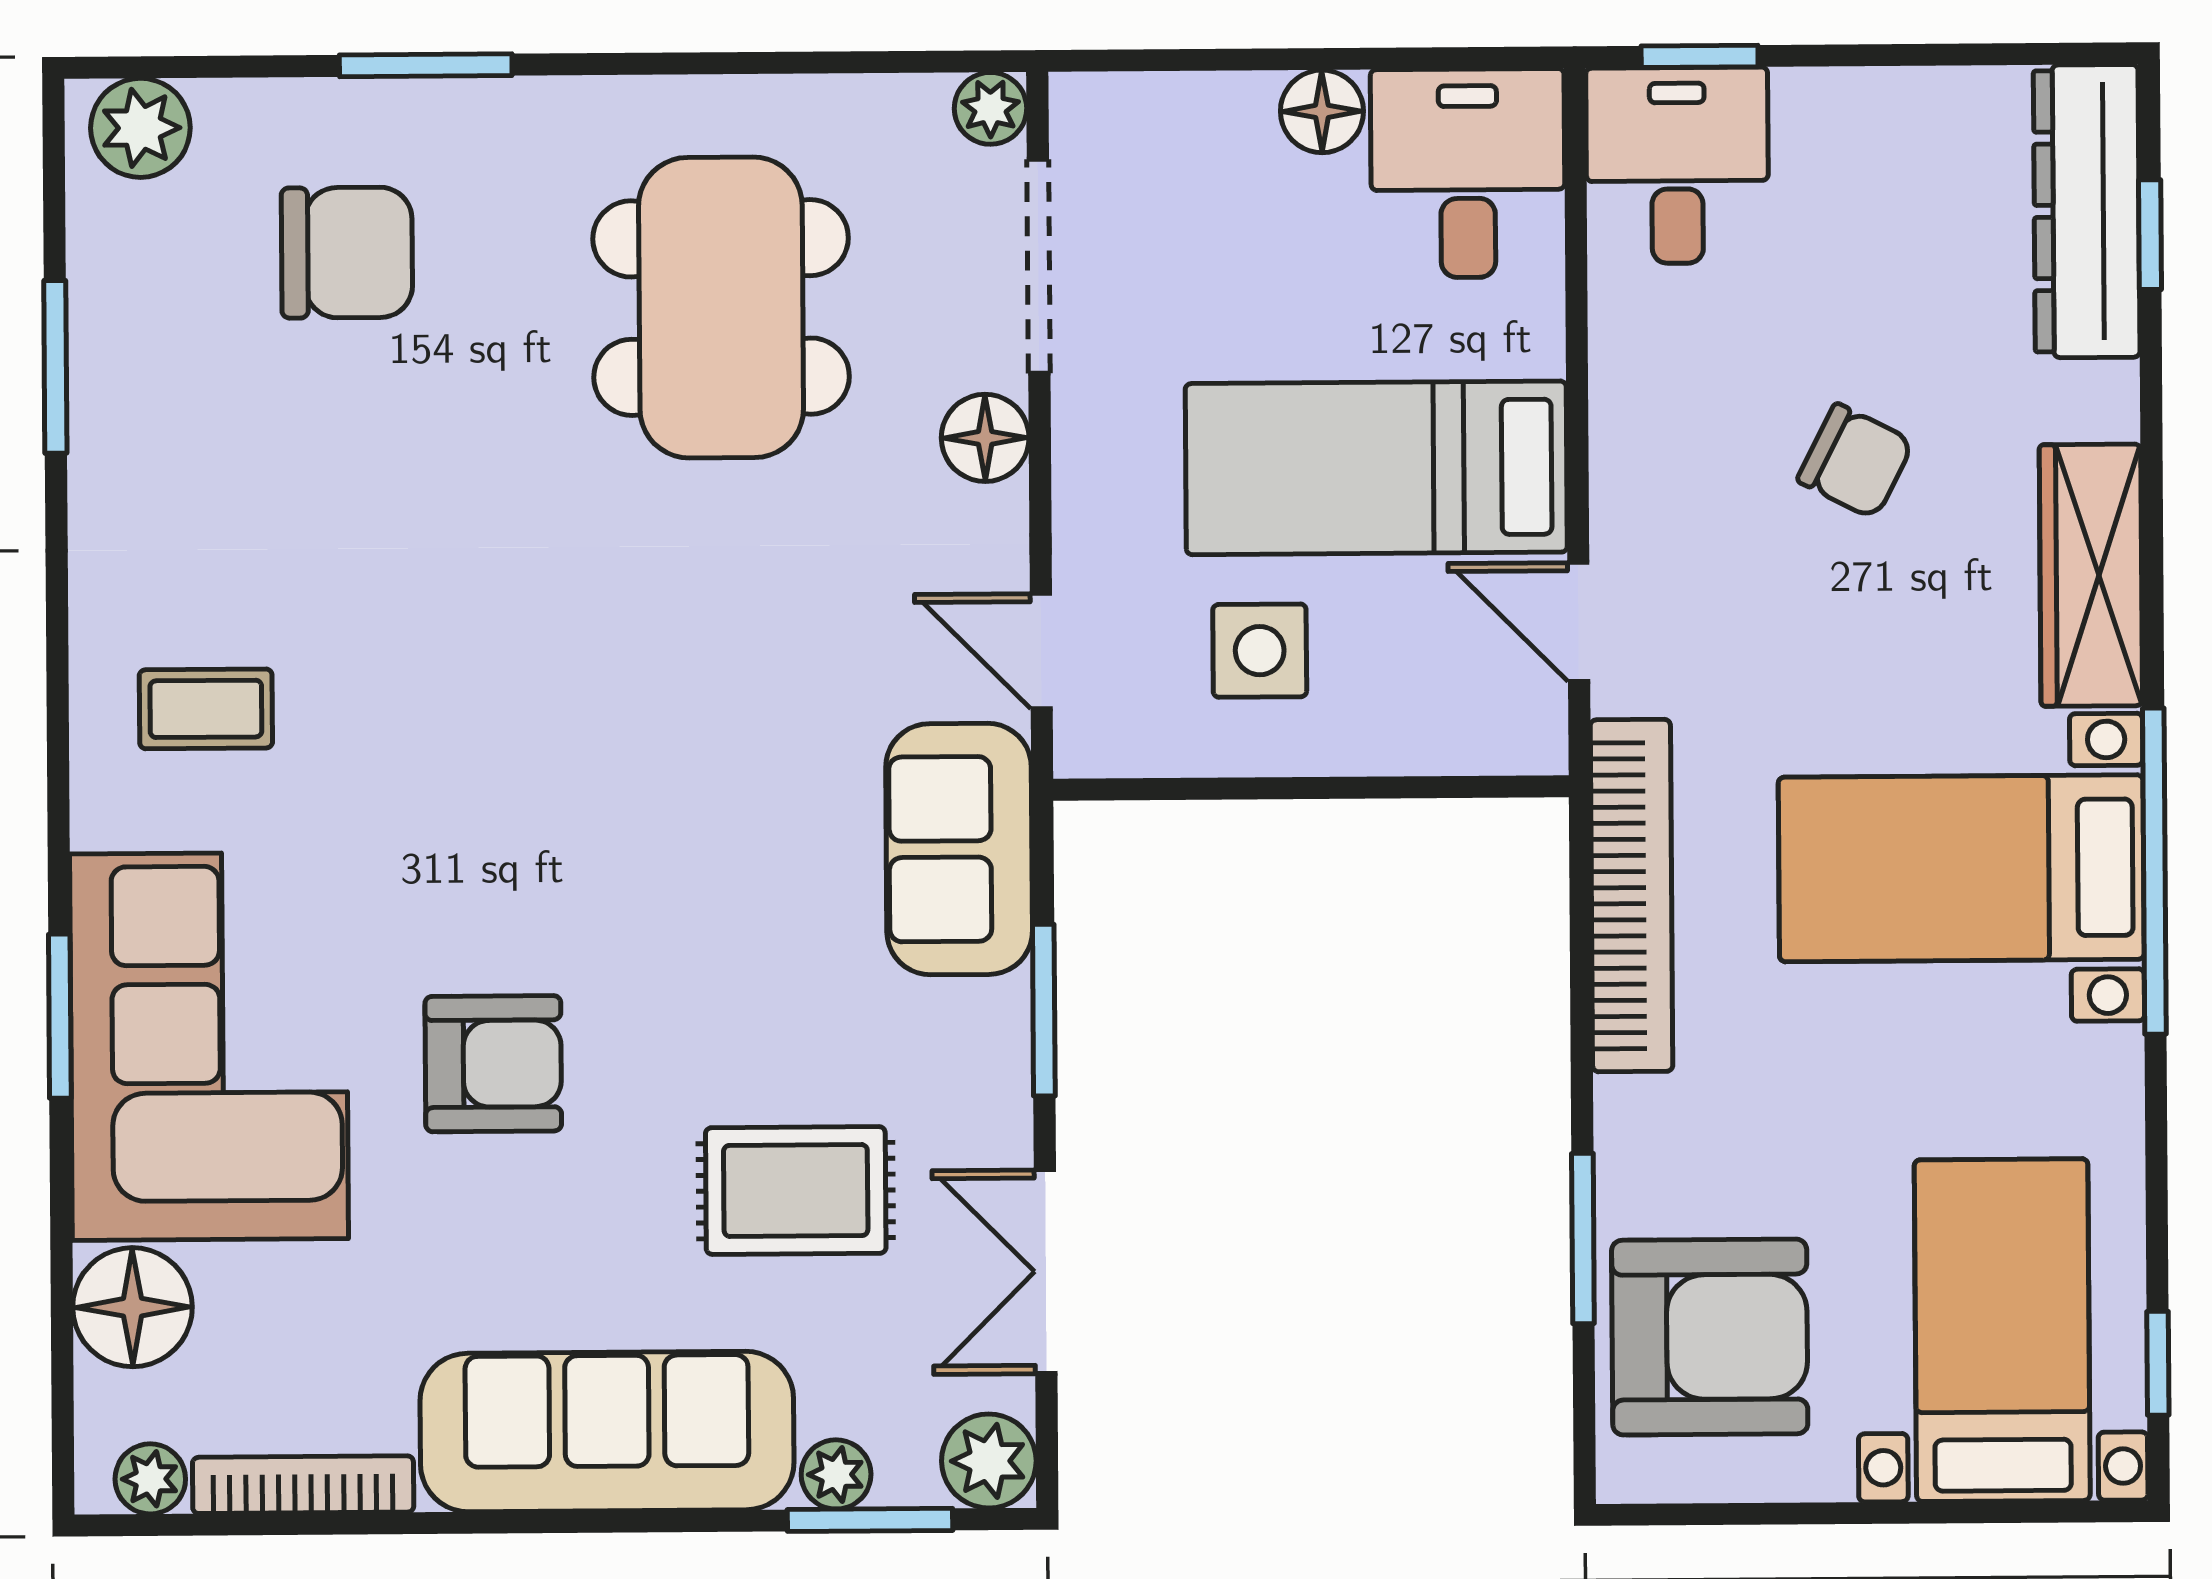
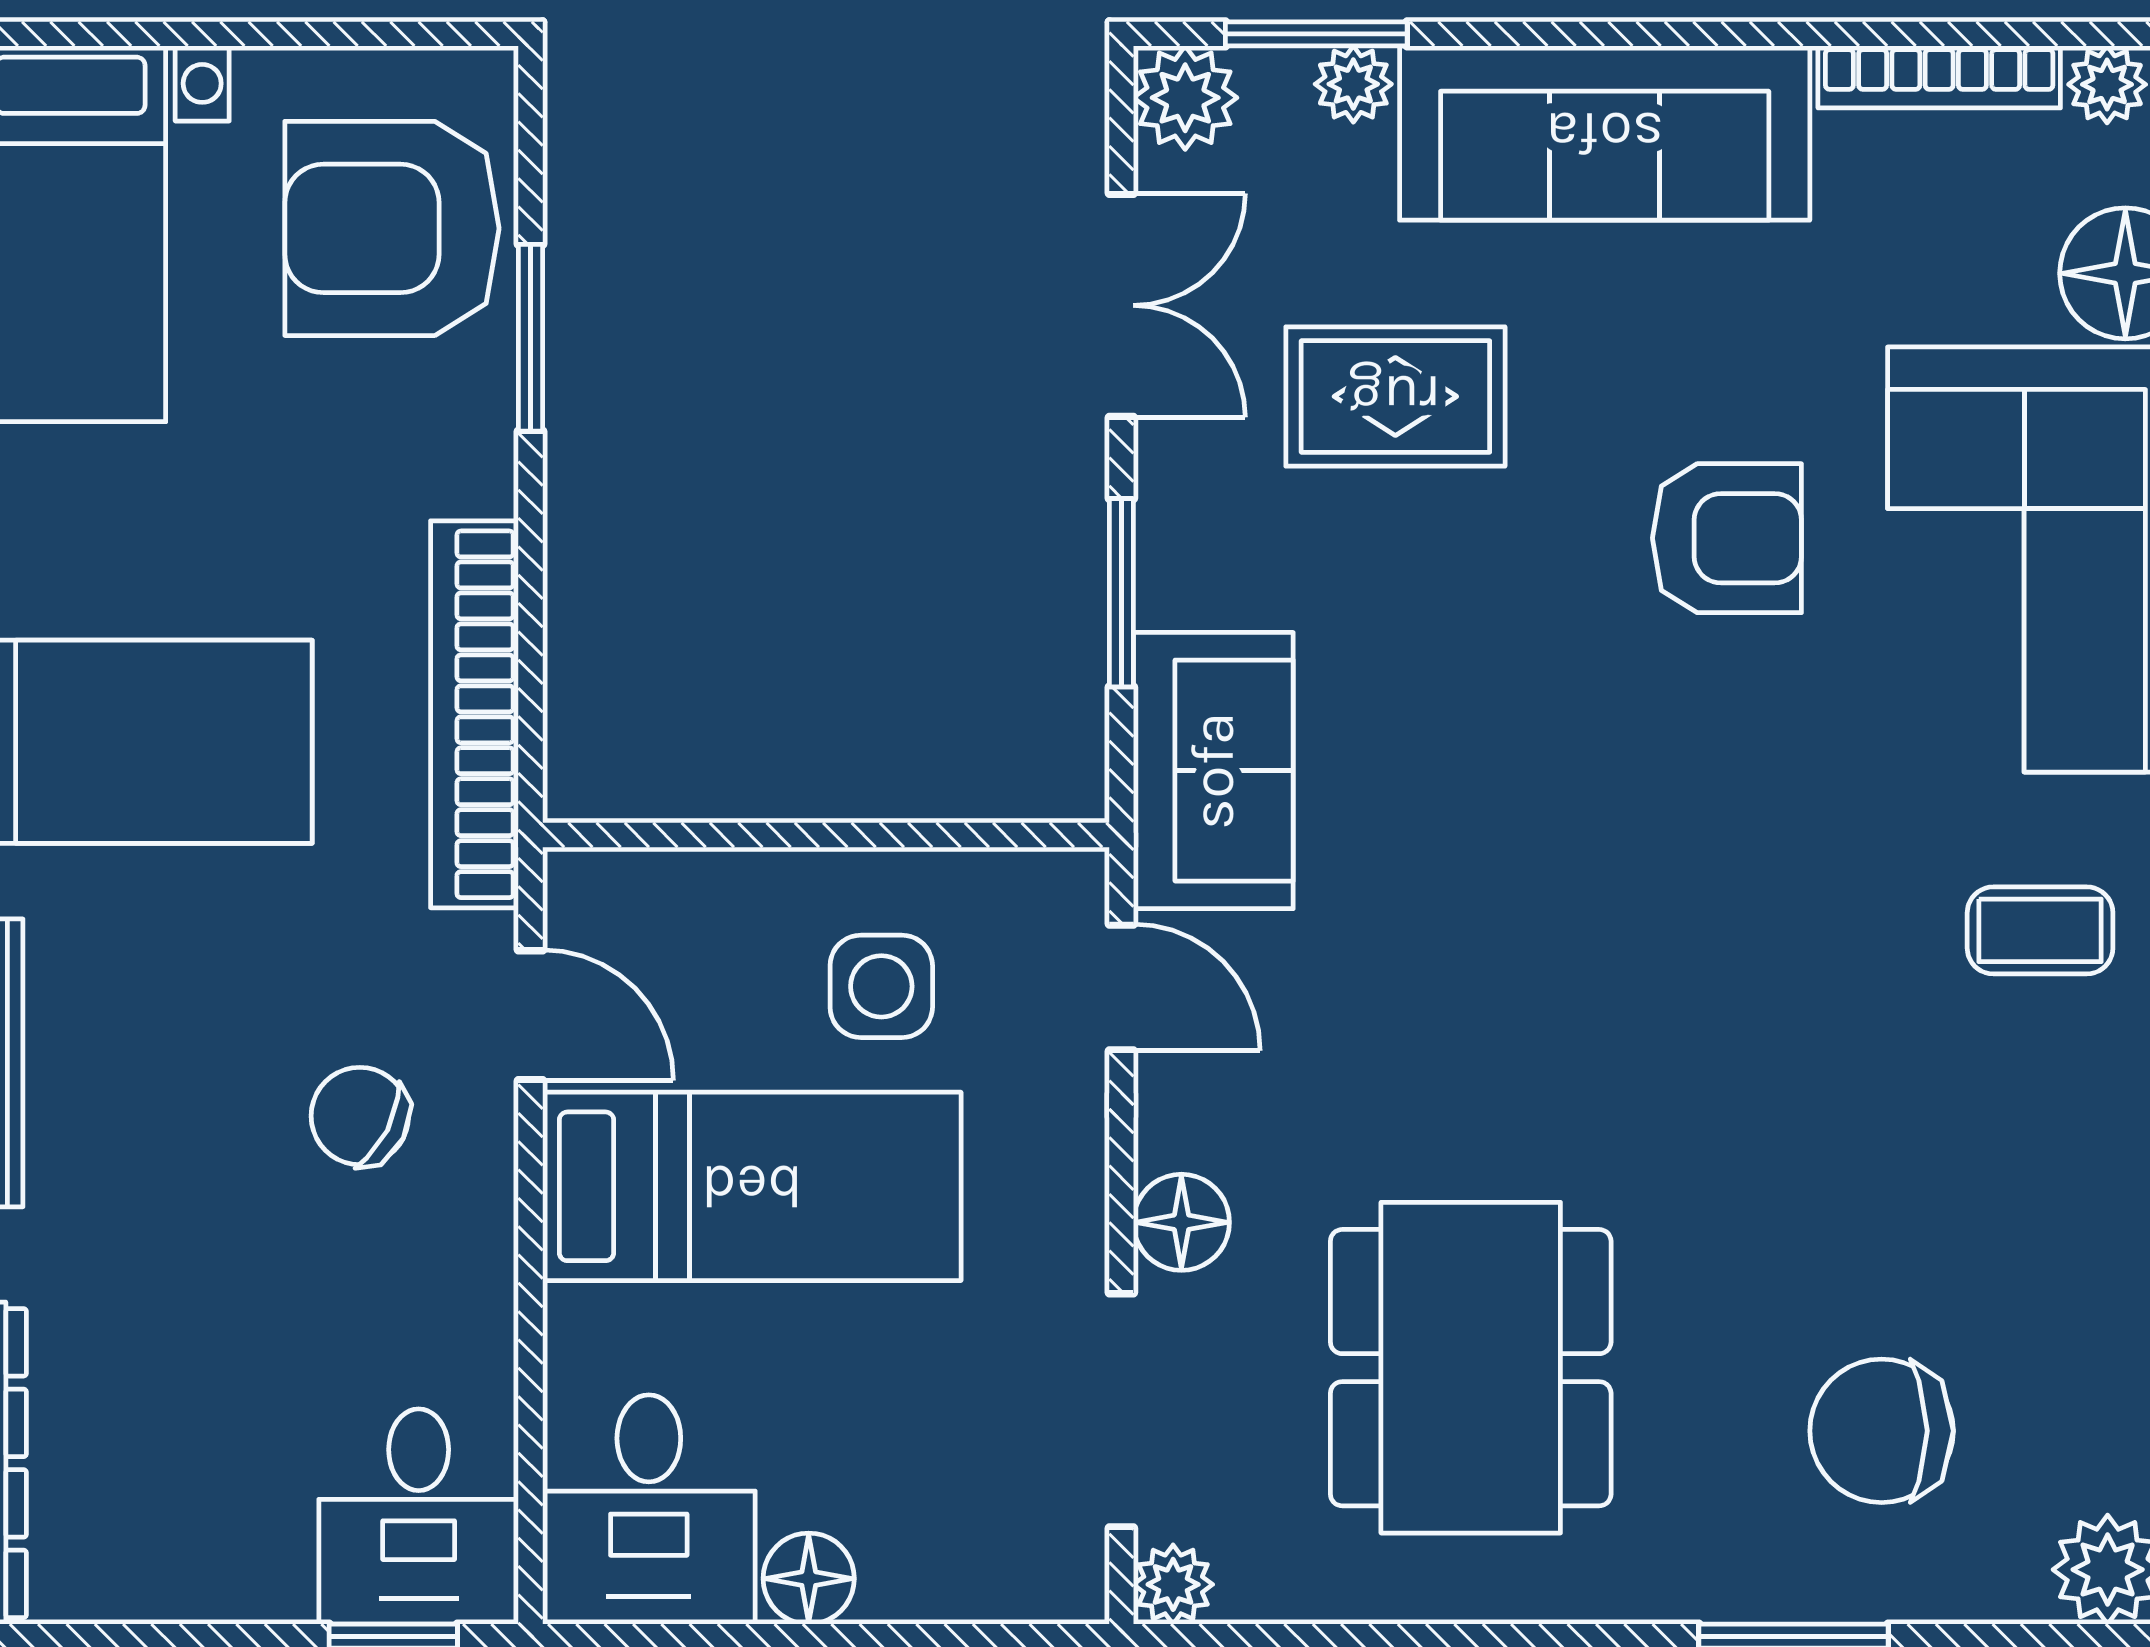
chair: (1855, 461) -> (360, 1116), moved
armchair: (493, 1064) -> (1727, 538), turned 180

